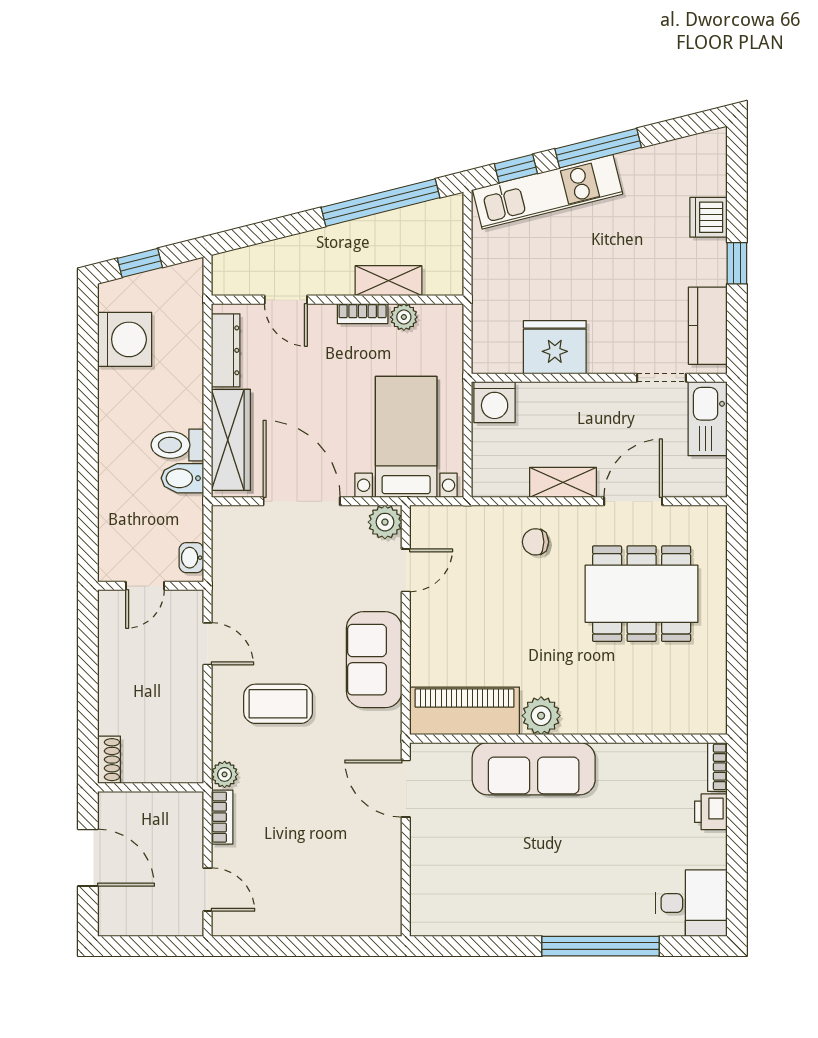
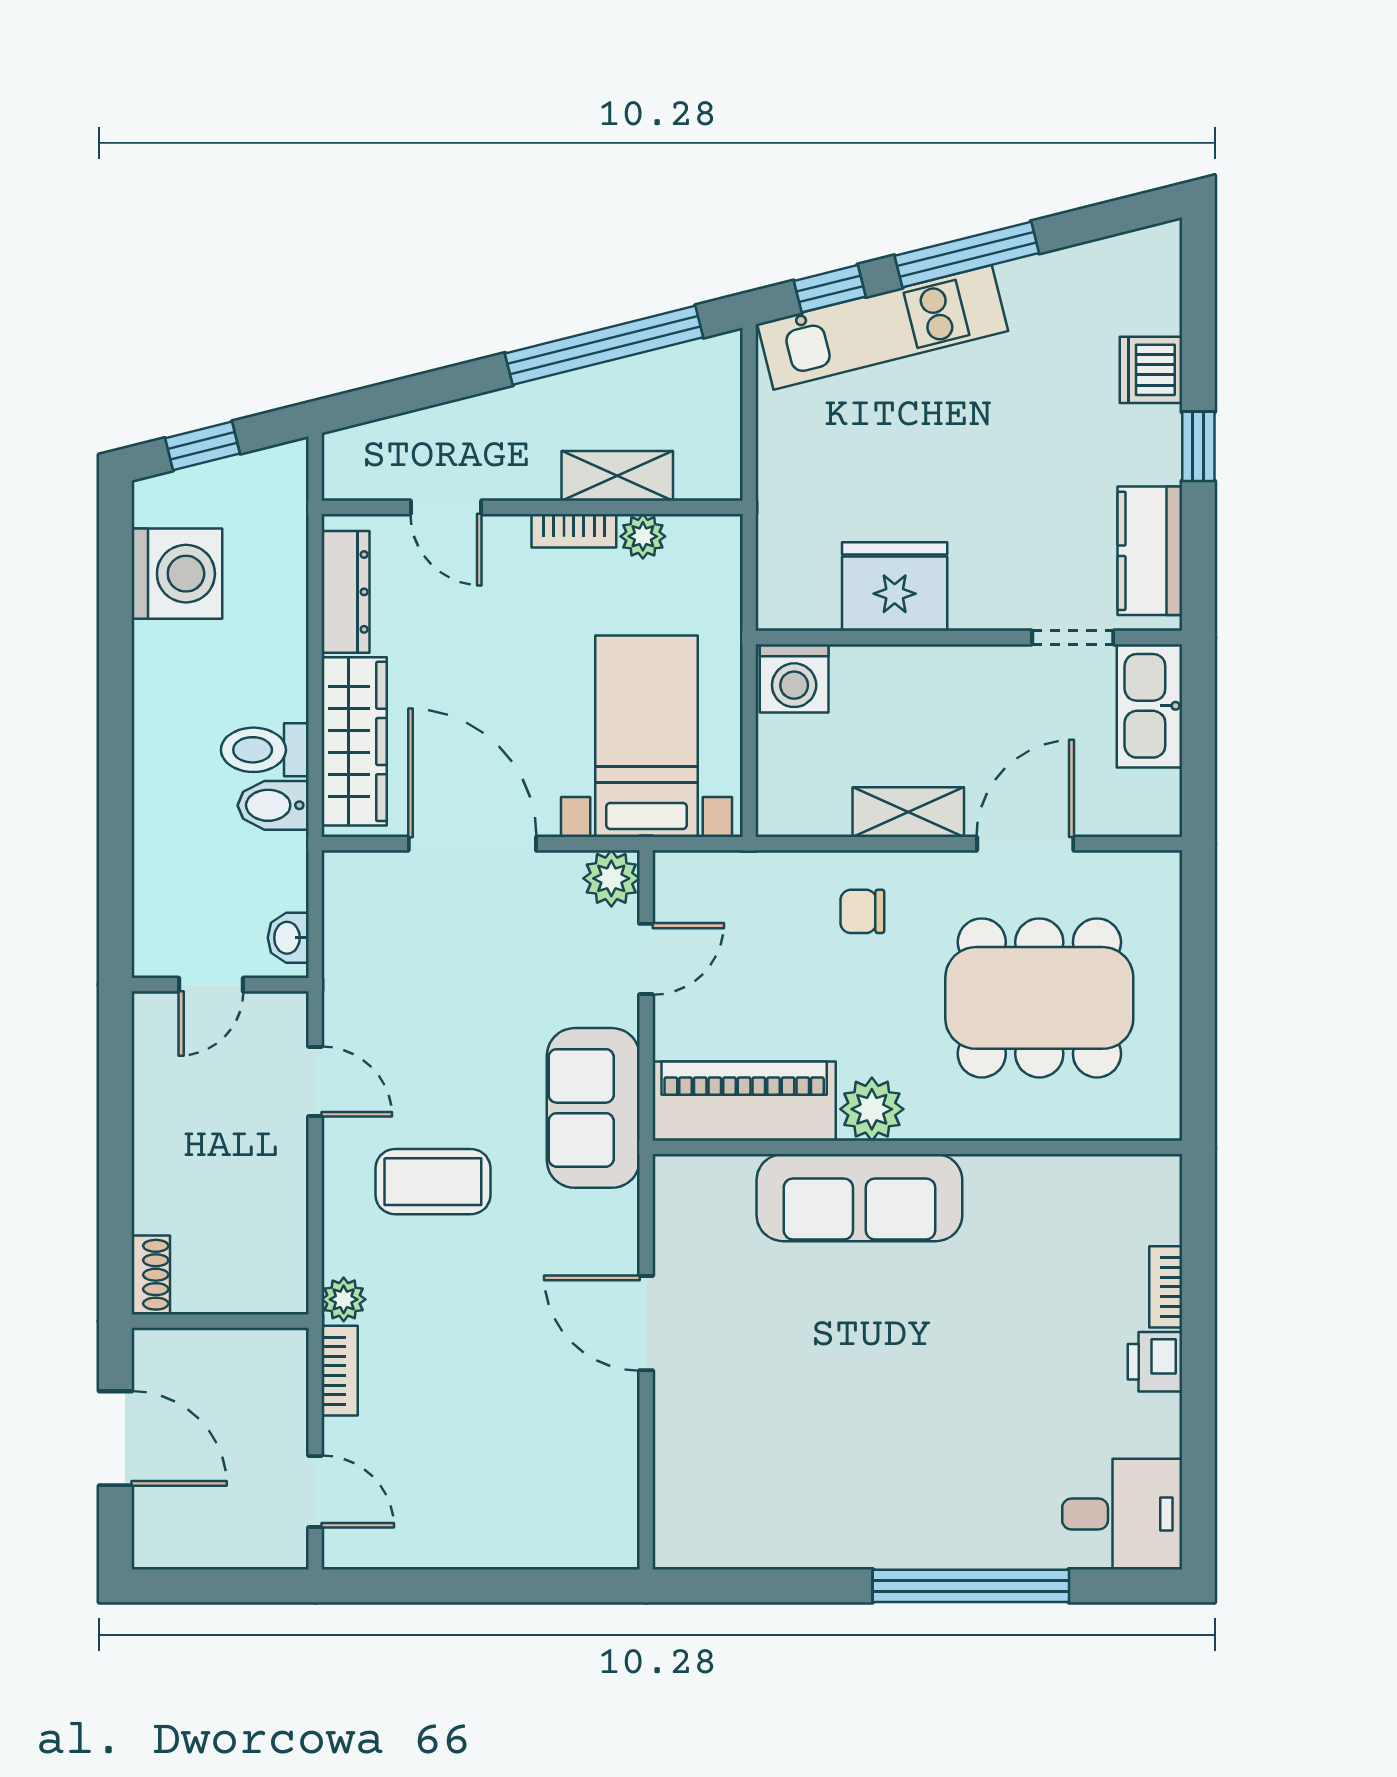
piano: (465, 711) -> (744, 1101), moved
plant: (541, 716) -> (872, 1109), moved
wall: (568, 739) -> (917, 1147), moved
sofa: (534, 769) -> (859, 1198), moved

